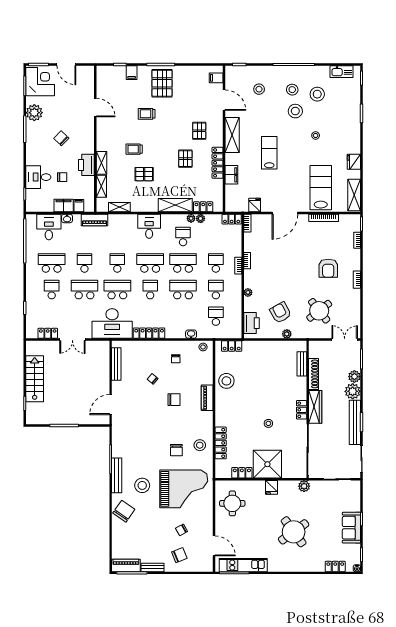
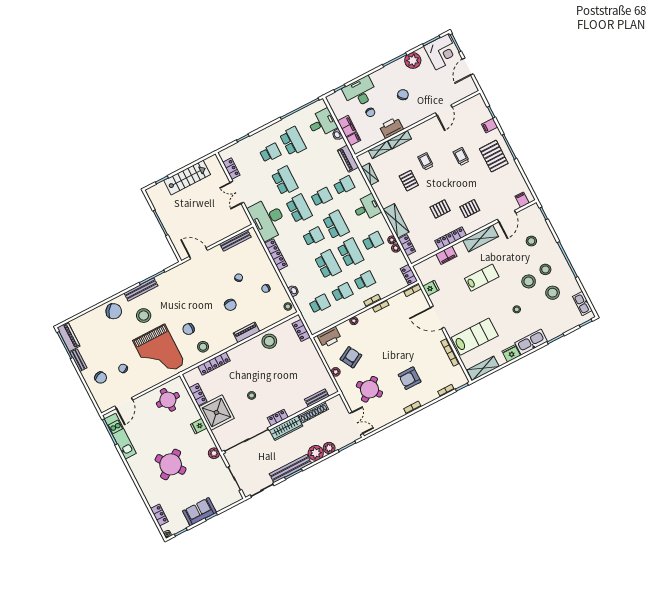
pallet: (162, 83) -> (494, 156), turned 90
kitchen sink: (353, 138) -> (531, 342), added
desk: (38, 177) -> (360, 92), width x1.37
school desk: (84, 263) -> (344, 185), moved

